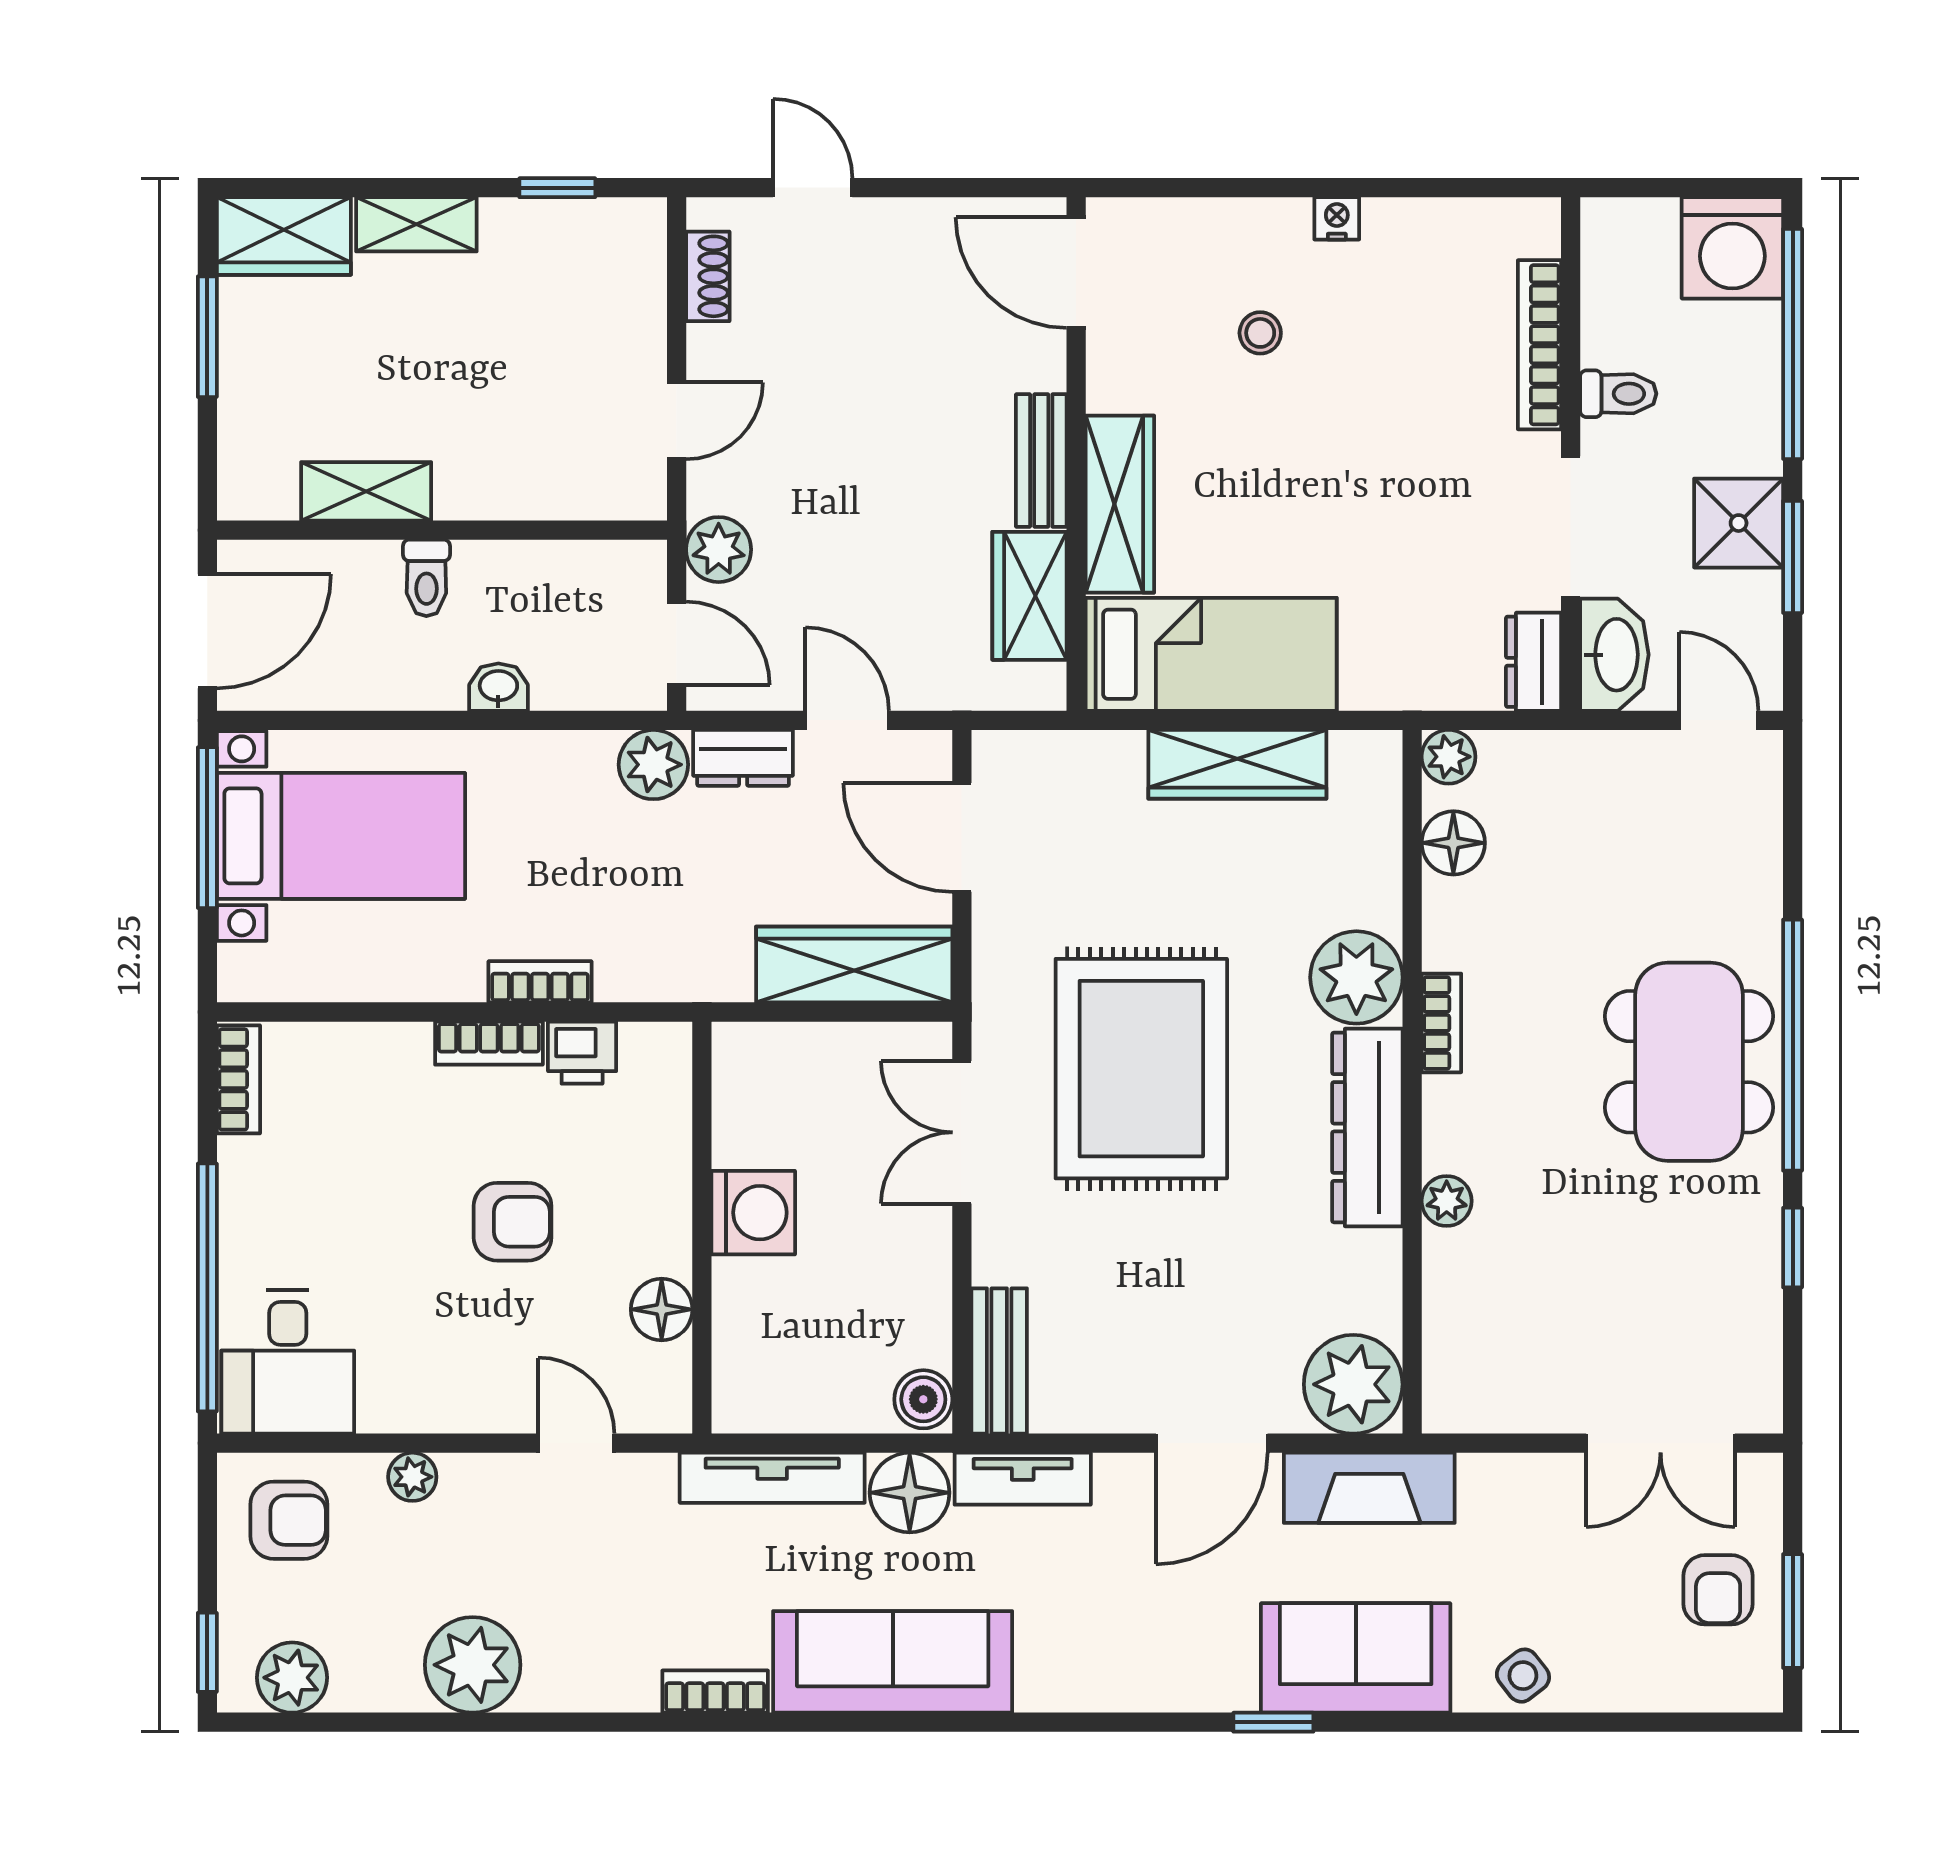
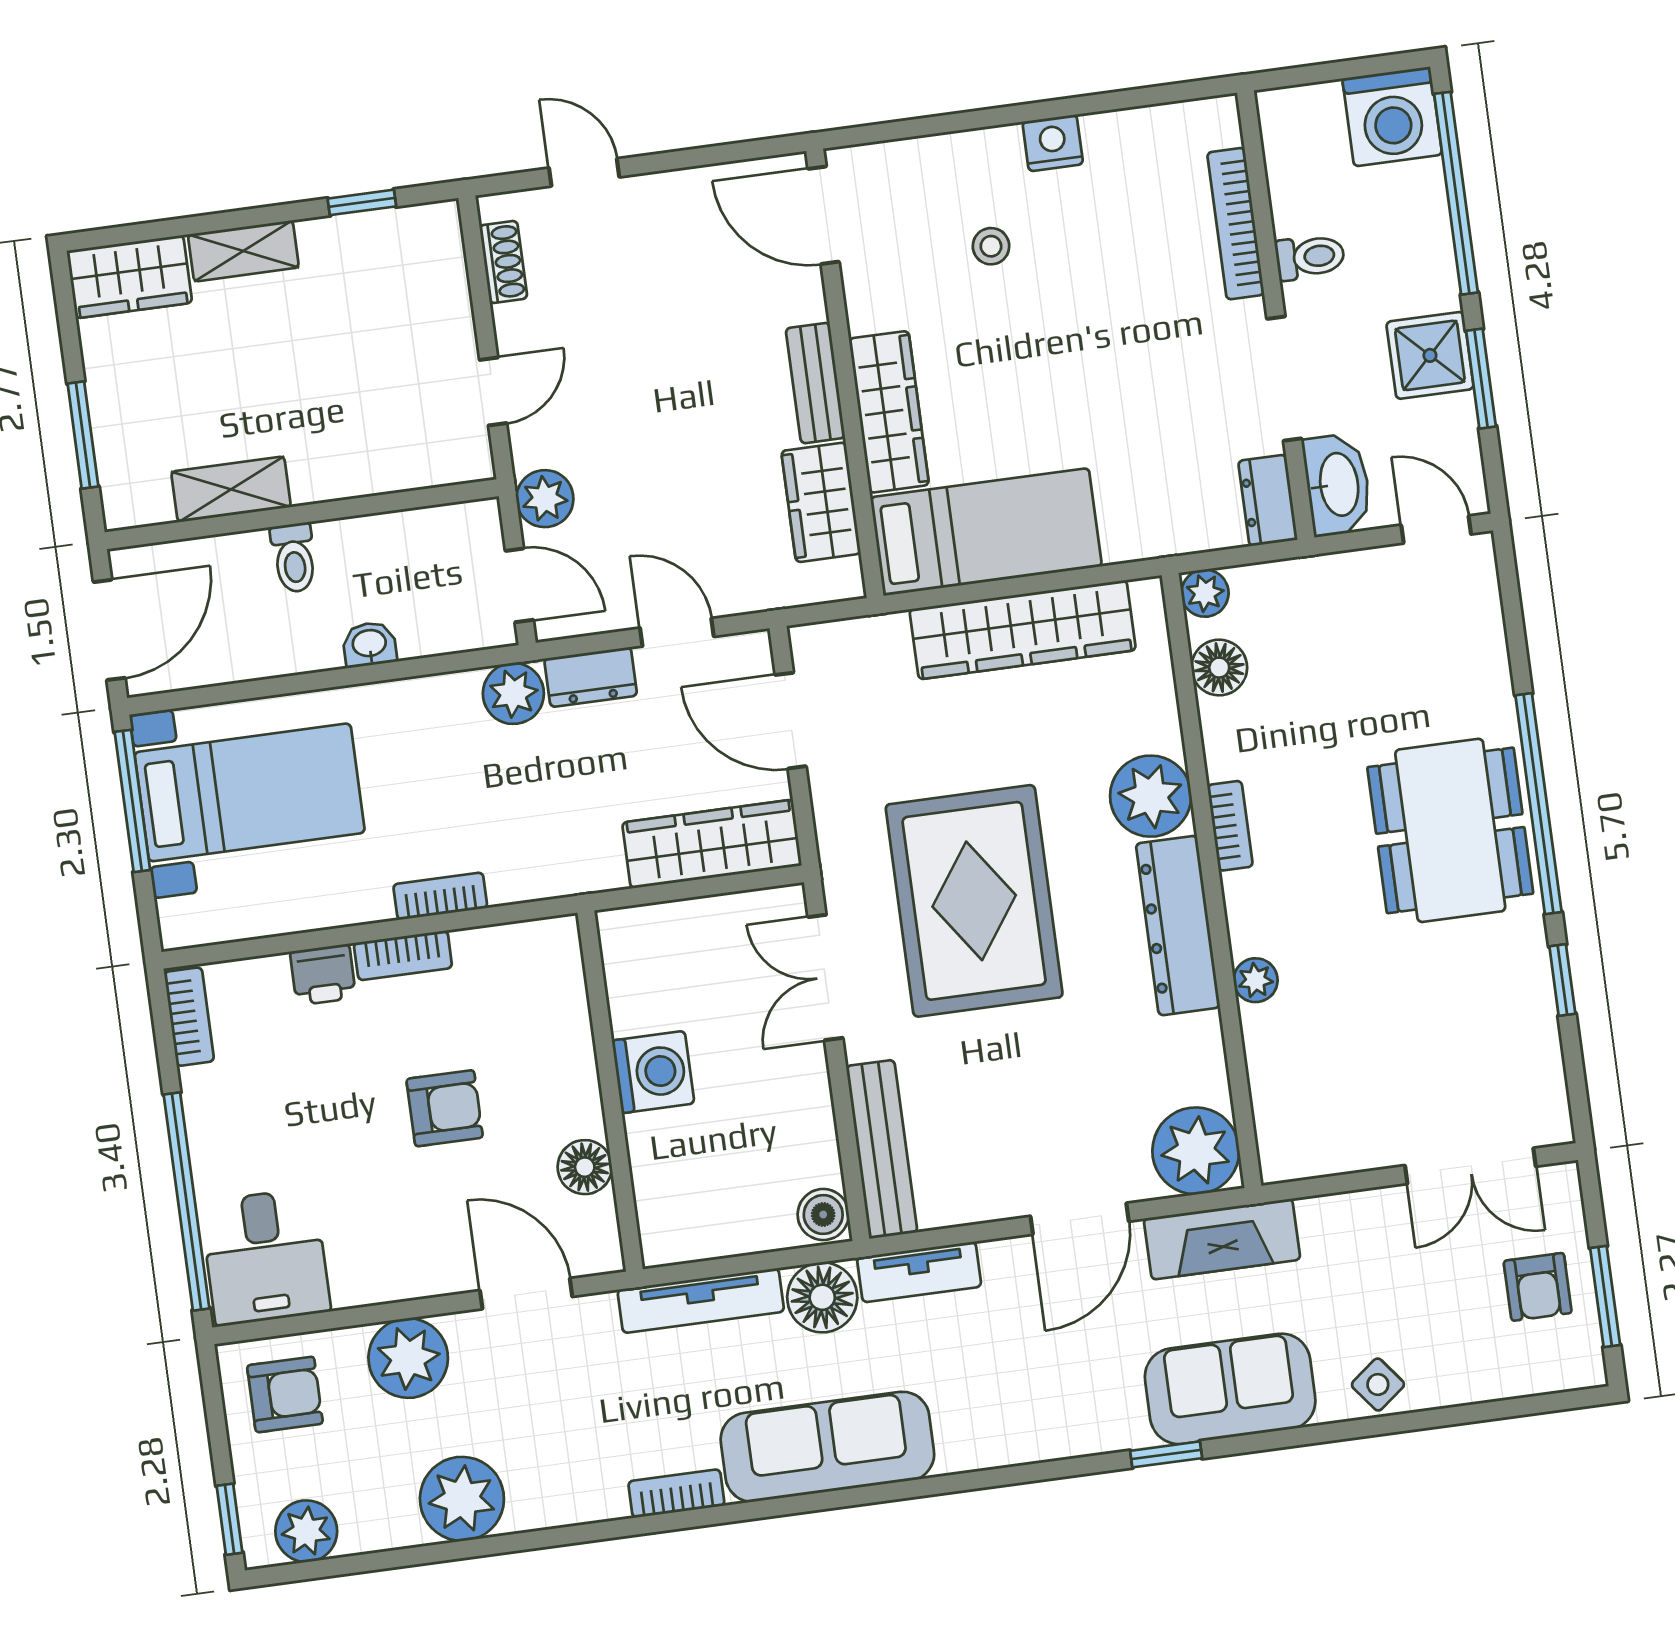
nightstand: (1337, 218) -> (1053, 143), width x1.39, depth x1.35
window: (207, 337) -> (83, 435), moved
wardrobe: (1237, 764) -> (1023, 630), width x1.40, depth x1.17
printer: (582, 1053) -> (323, 975), moved
bench: (999, 1361) -> (882, 1149), width x1.36
door: (576, 1443) -> (526, 1294), width x1.37
plant: (412, 1477) -> (408, 1358), width x1.87, depth x1.87

